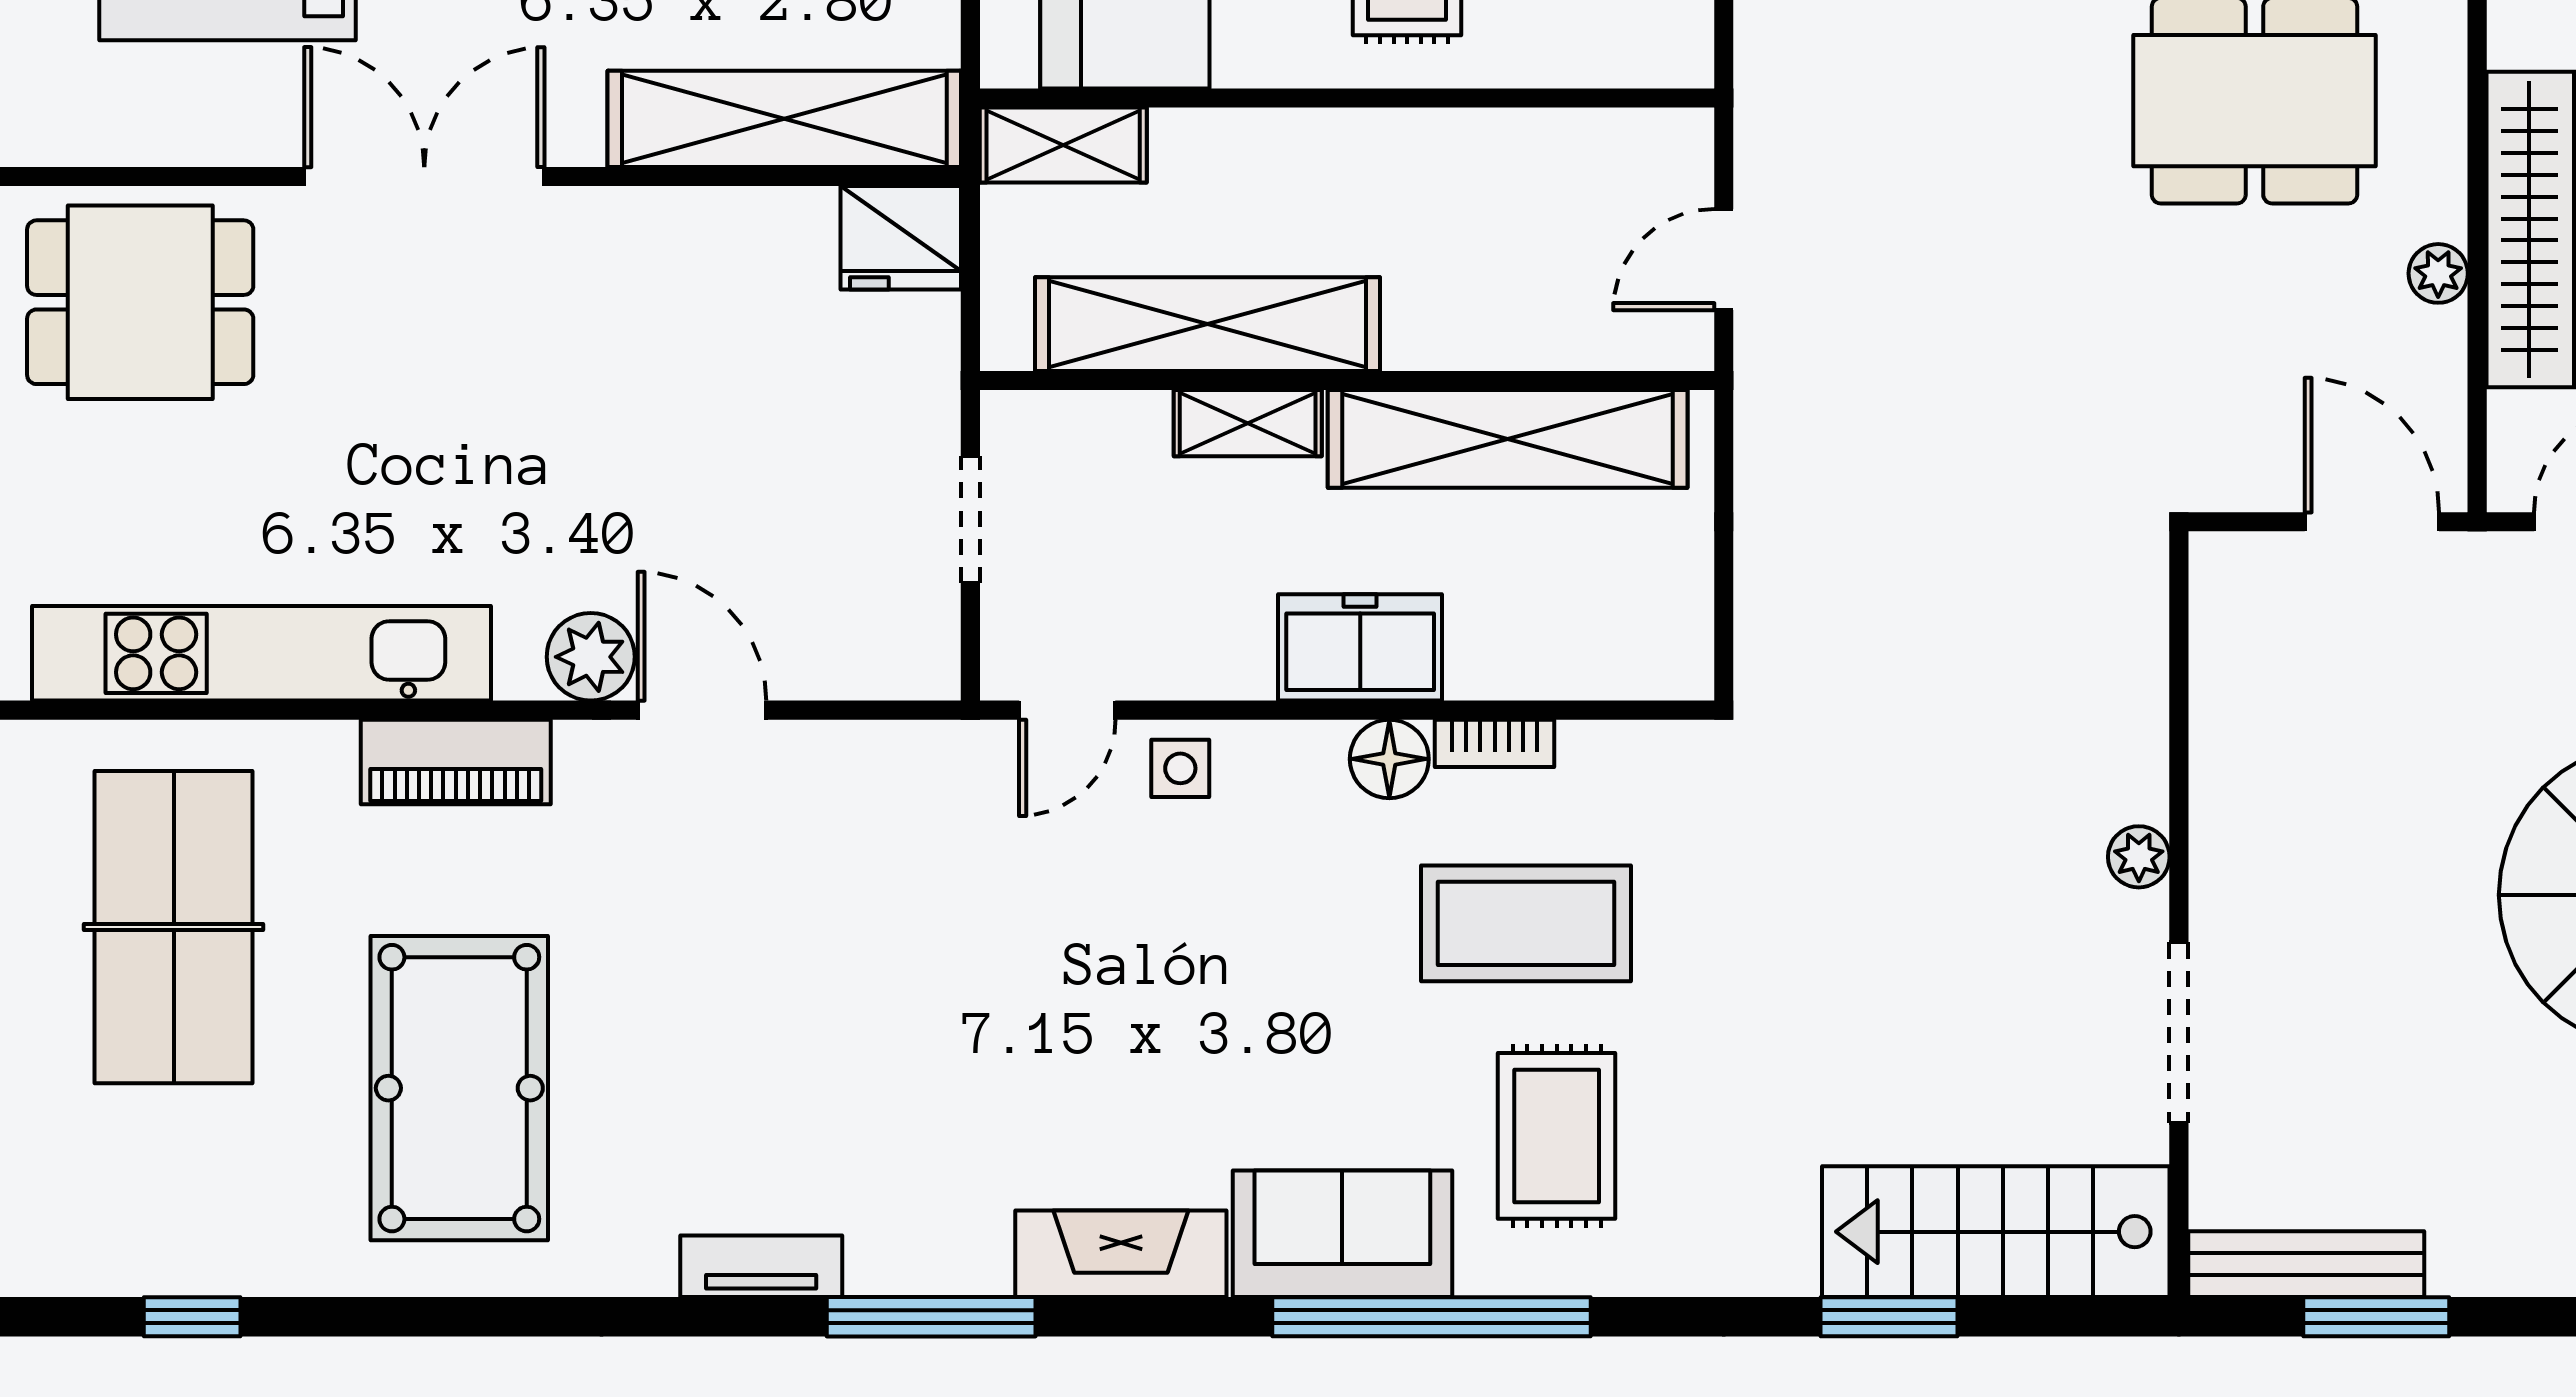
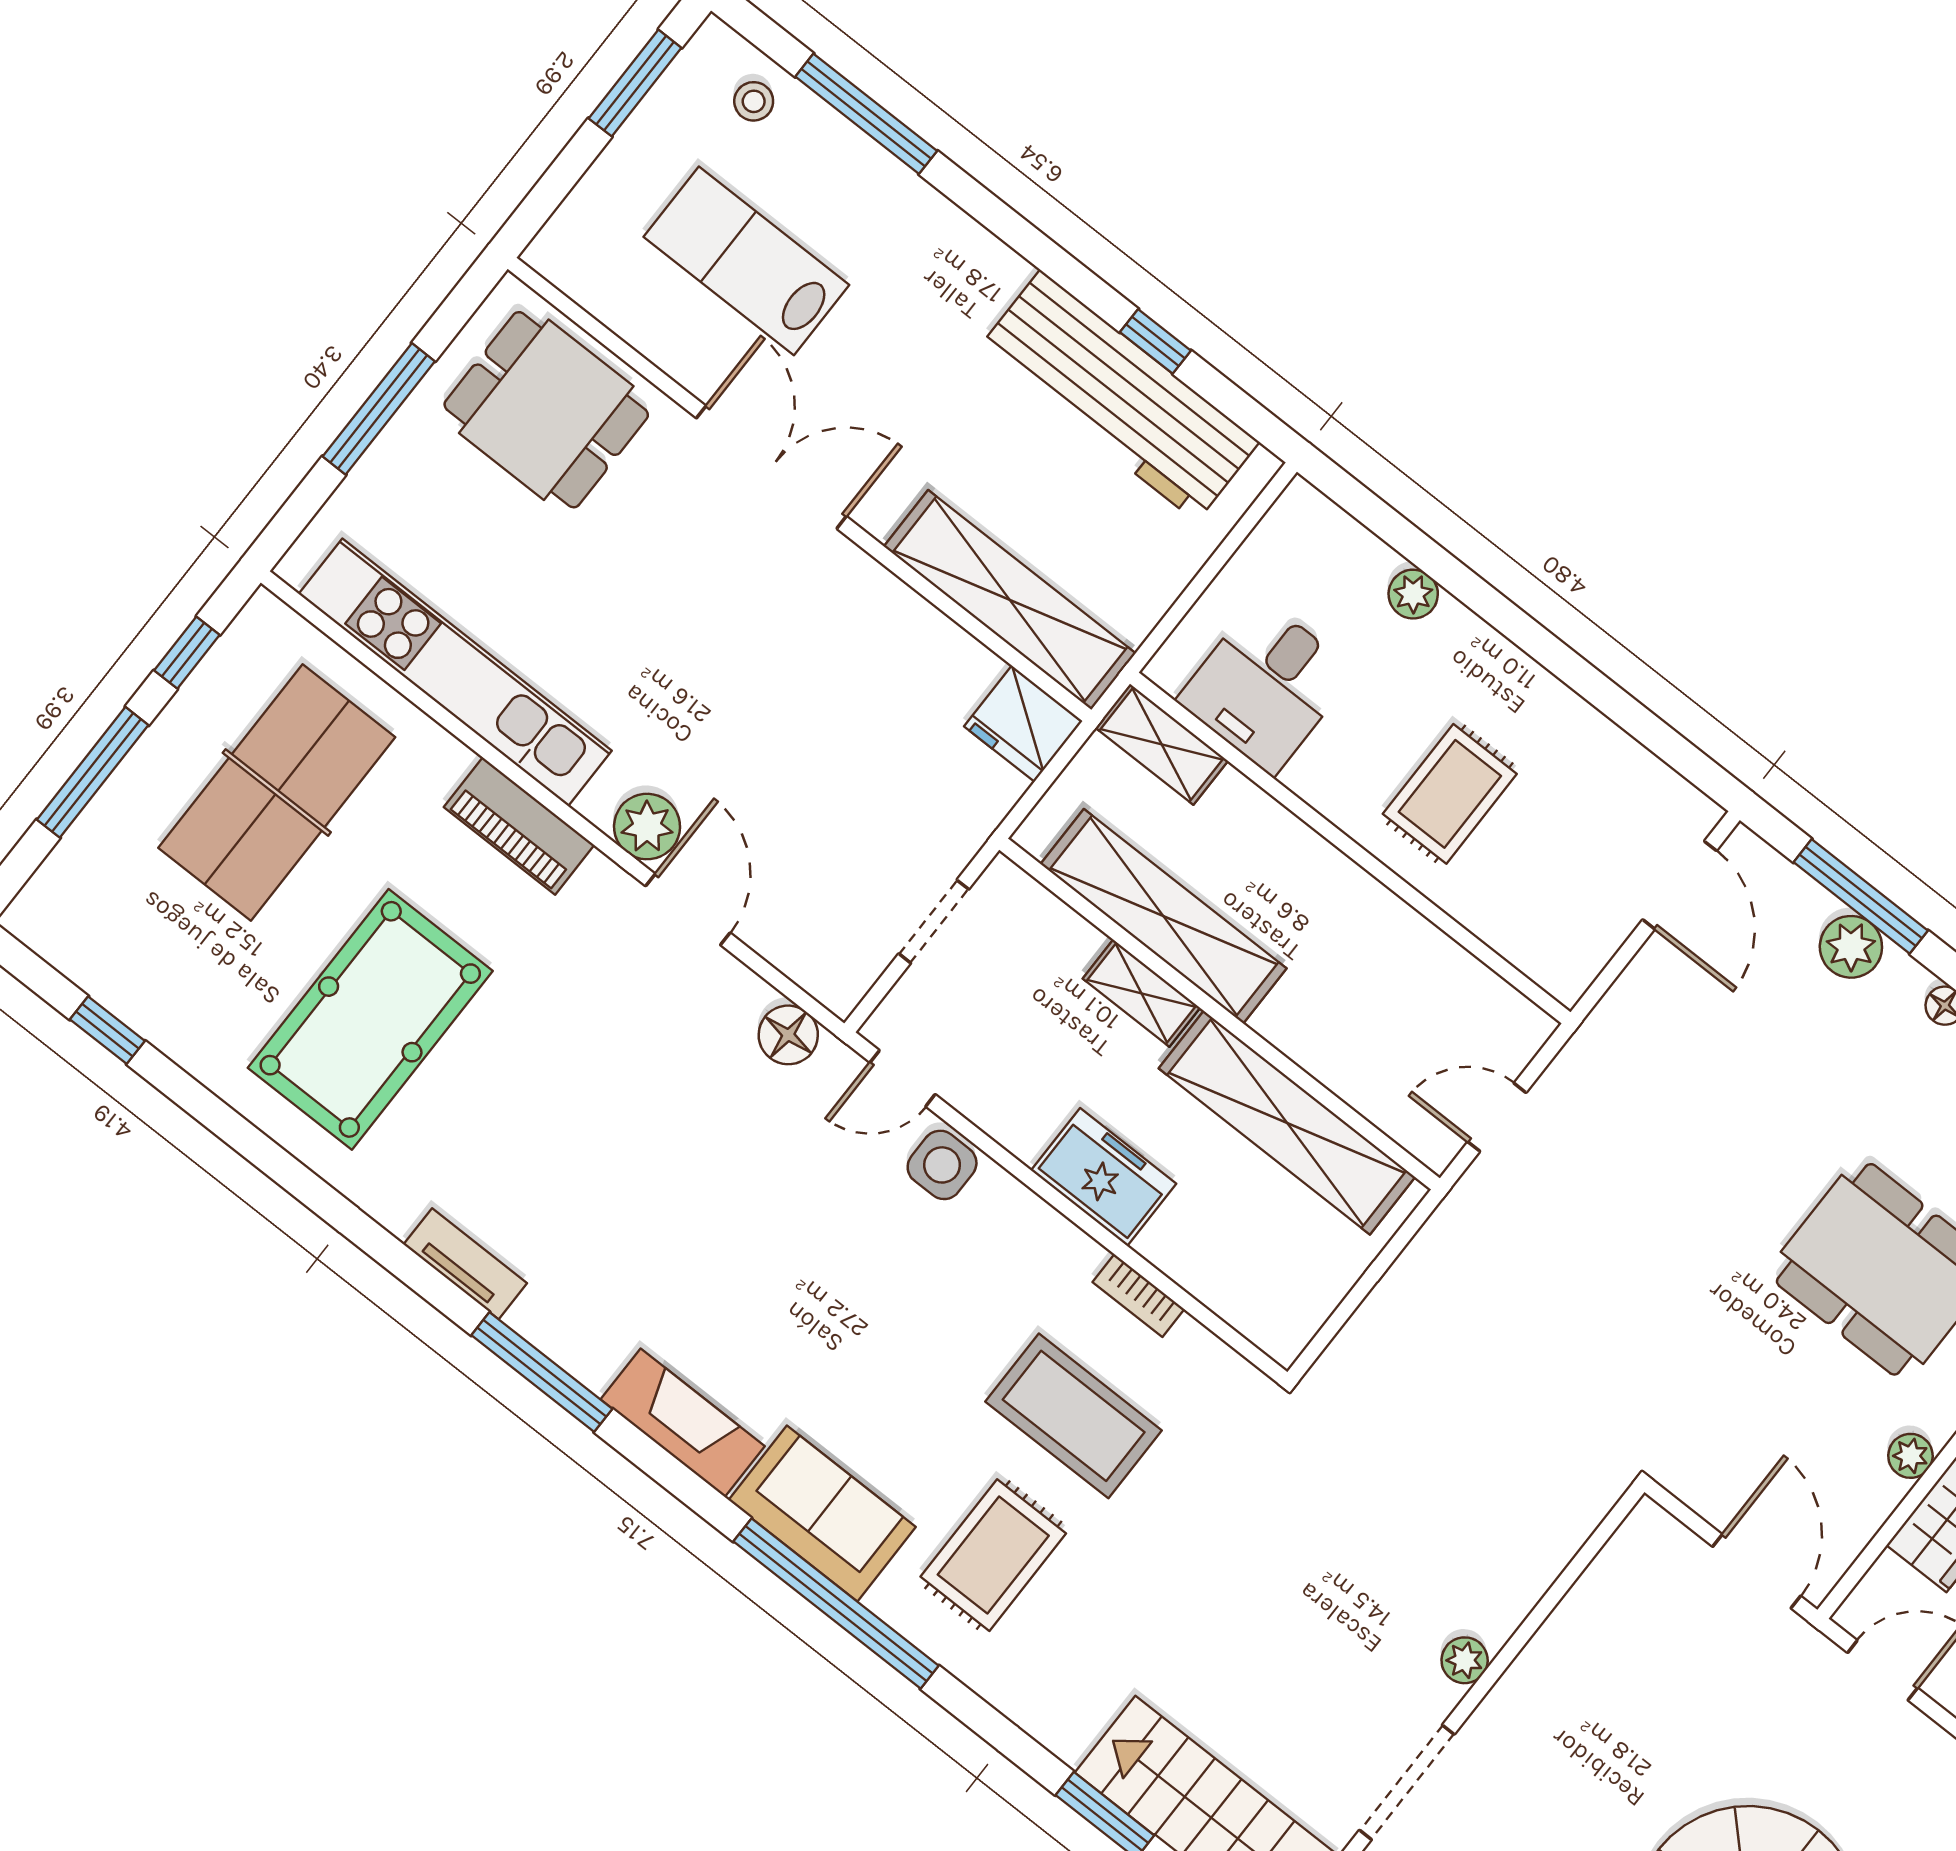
floor lamp: (1389, 759) -> (788, 1035), moved
side table: (1180, 768) -> (942, 1165), width x1.37, depth x1.37

